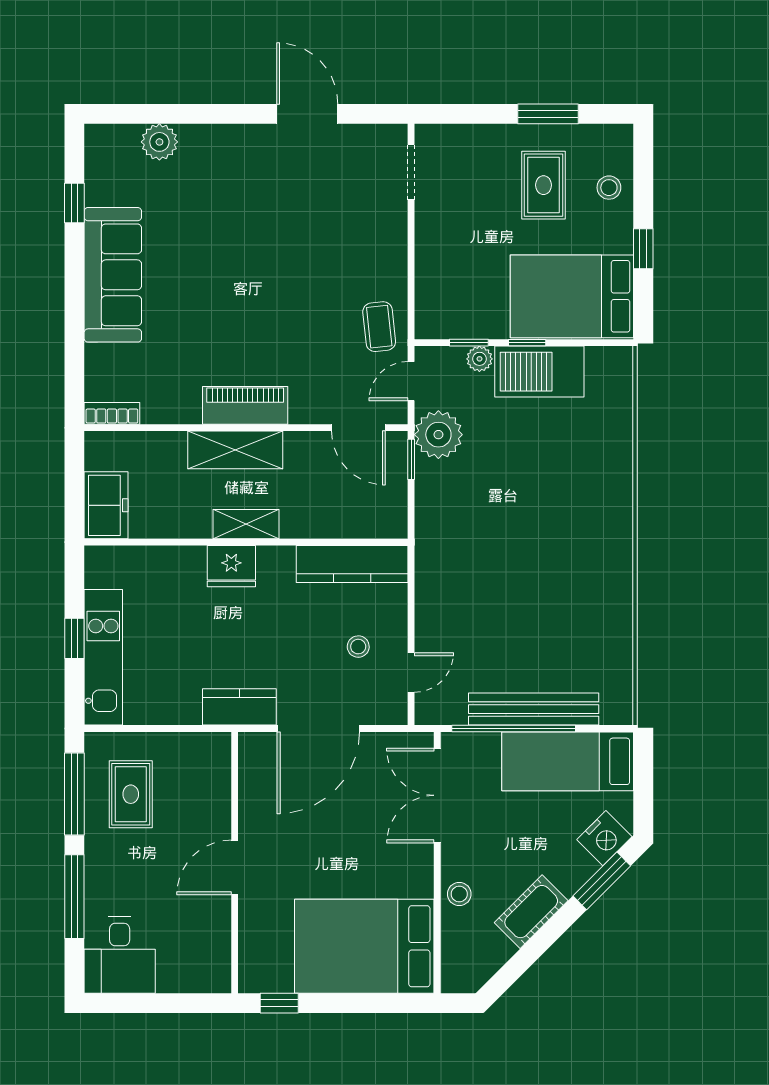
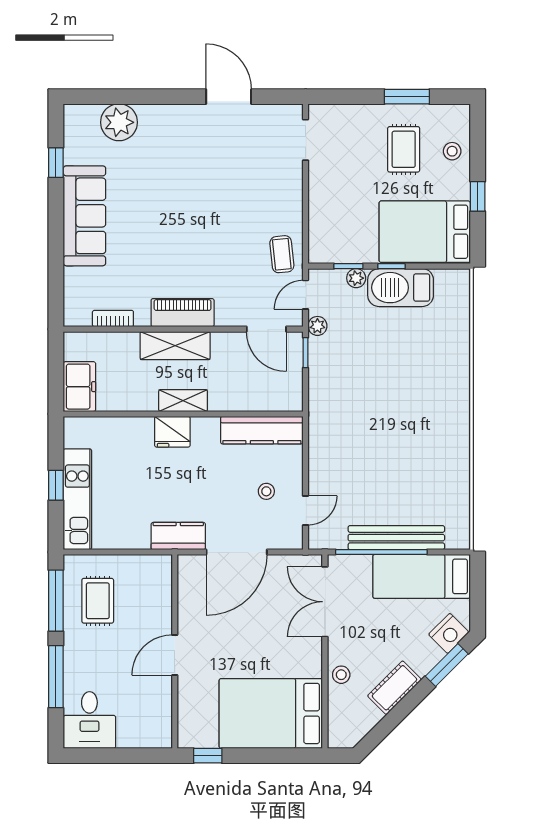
plant: (159, 142) -> (119, 122), width x1.36, depth x1.36
bookcase: (112, 413) -> (113, 318), moved
plant: (438, 435) -> (317, 326), width x0.53, depth x0.53

